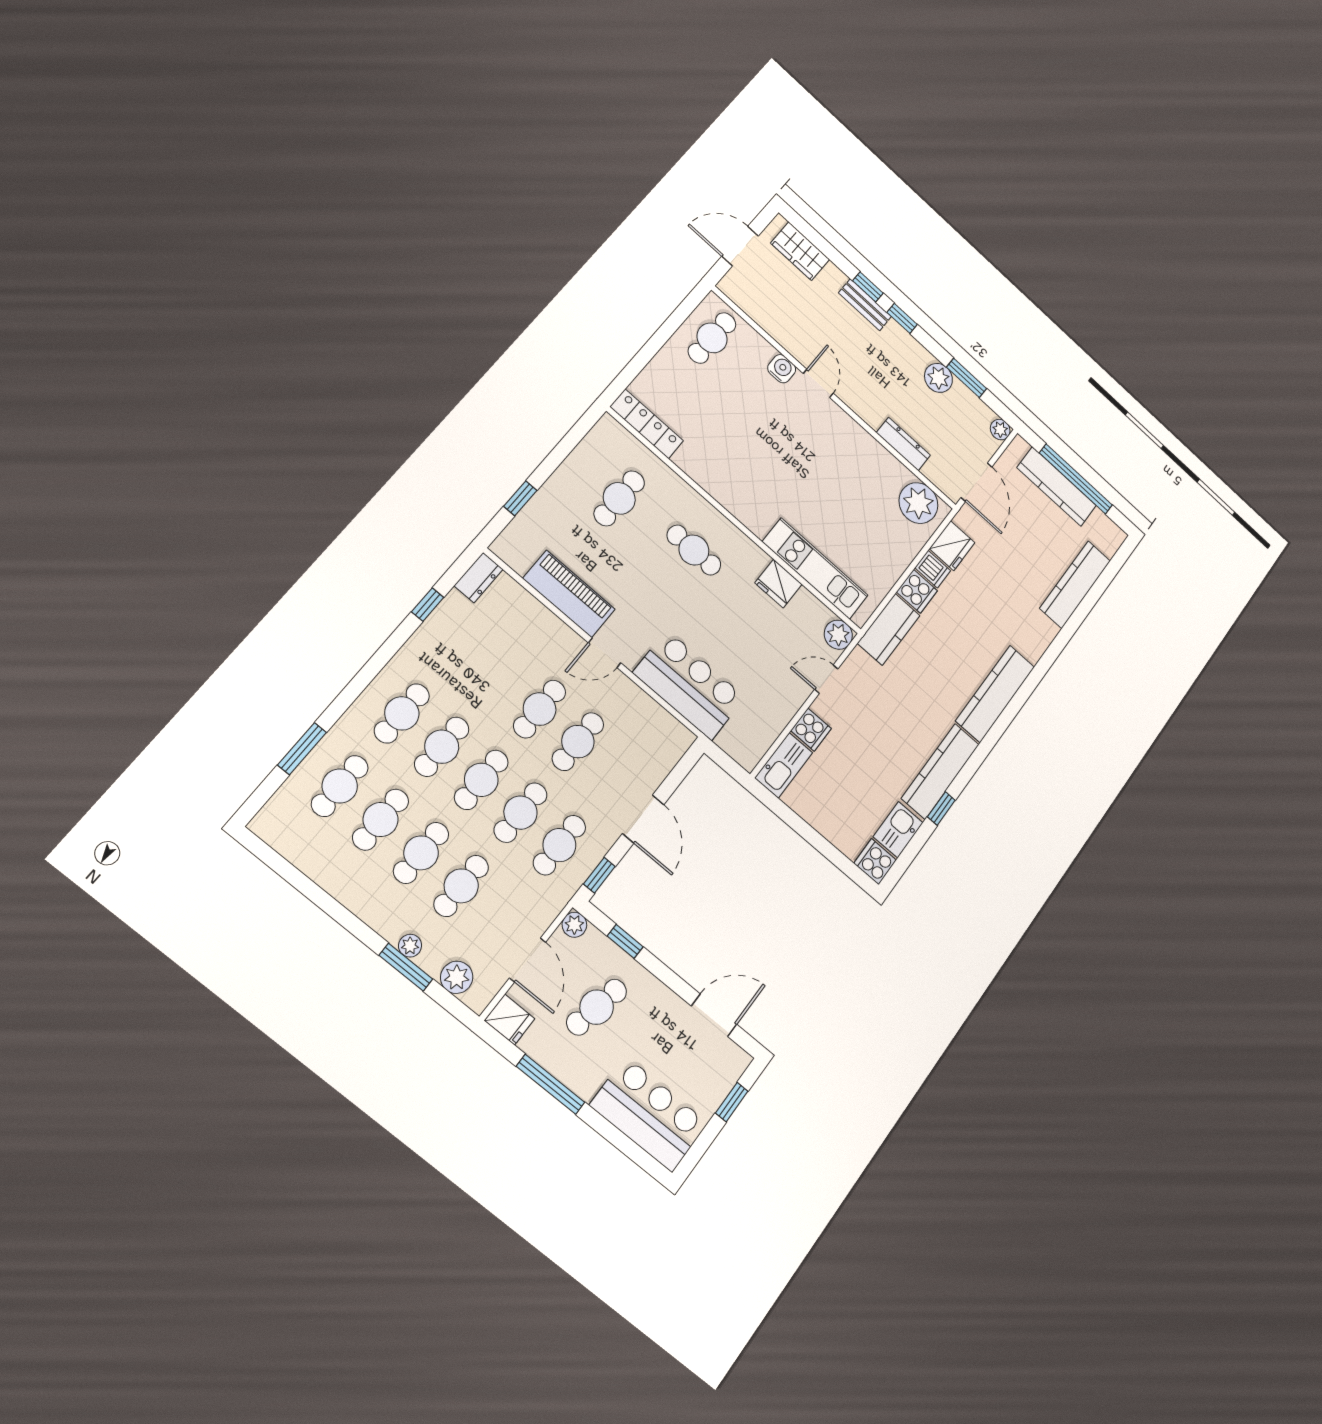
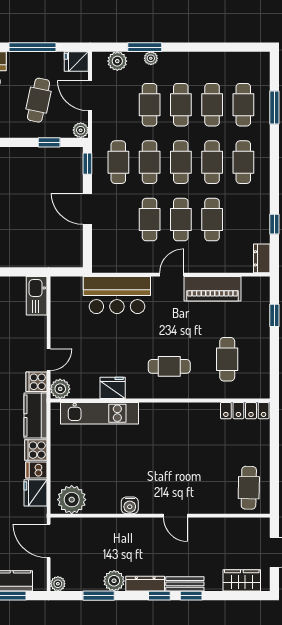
water cooler: (782, 369) -> (130, 505), moved
dresser: (903, 444) -> (145, 584), moved, turned 180
cafe table: (501, 676) -> (212, 220), added
cooker: (811, 730) -> (36, 382), moved

